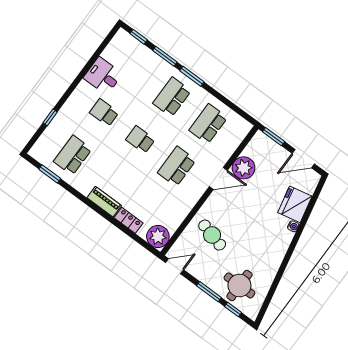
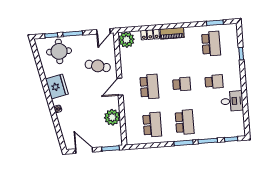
door: (303, 159) -> (84, 150), hinge flipped
door: (218, 178) -> (120, 87), moved
fridge: (295, 204) -> (57, 86), moved

